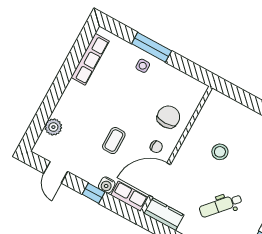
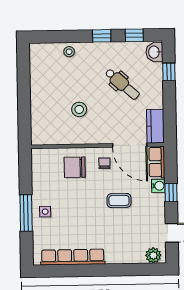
row of seats: (90, 59) -> (73, 257), width x1.36
plant: (53, 127) -> (153, 255), moved

